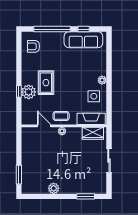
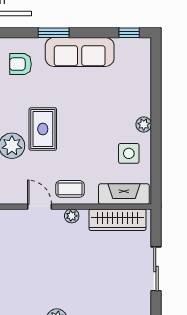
window: (52, 29) -> (54, 33), width x0.47
window: (84, 29) -> (129, 33), moved
sofa: (83, 40) -> (80, 52), moved
wardrobe: (93, 133) -> (117, 220), width x1.50

